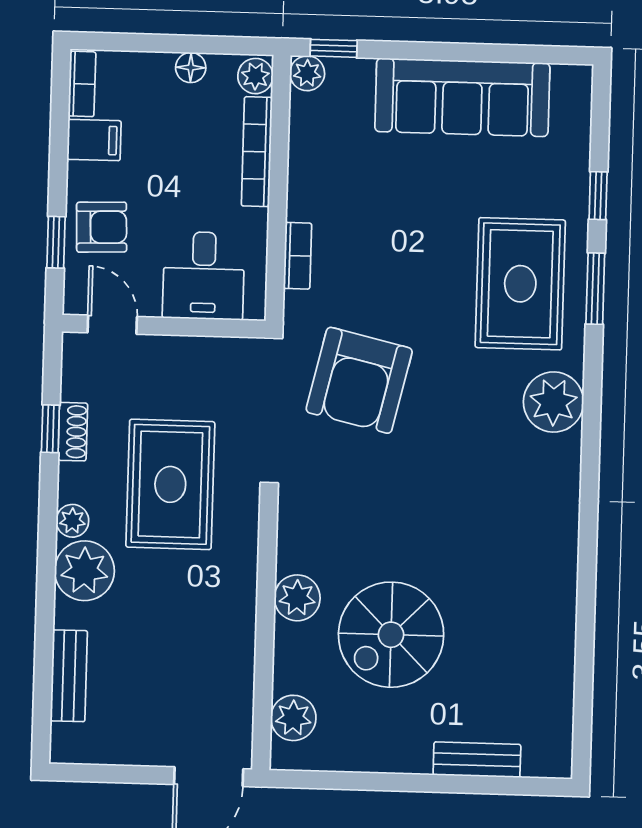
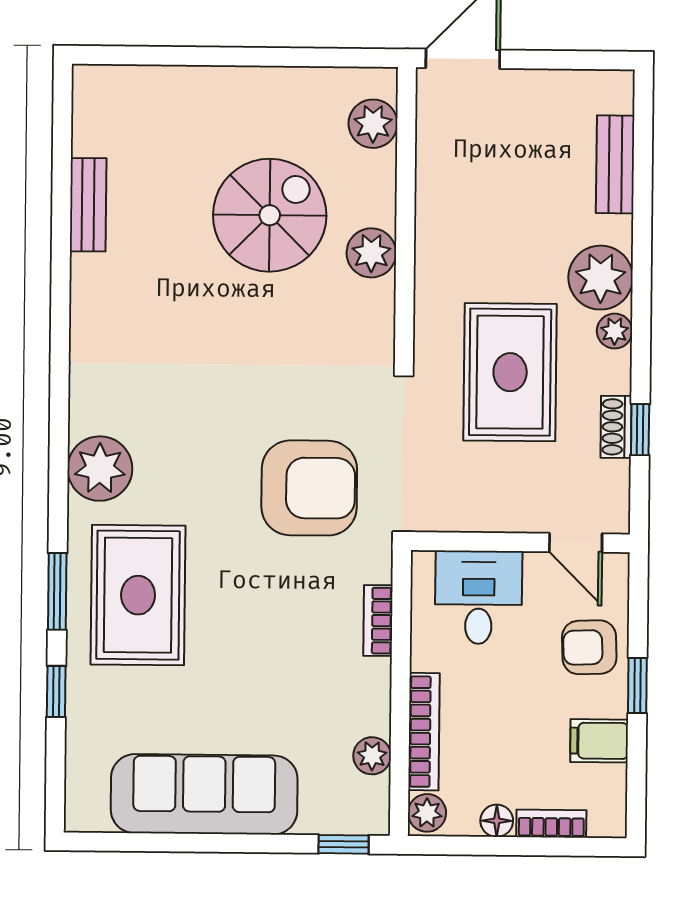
plant: (307, 73) -> (372, 756), moved
bookcase: (82, 84) -> (551, 824), moved, turned 90
window: (56, 242) -> (637, 686), moved
armchair: (359, 380) -> (309, 488), turned 77
bench: (477, 760) -> (88, 205), moved, turned 90

